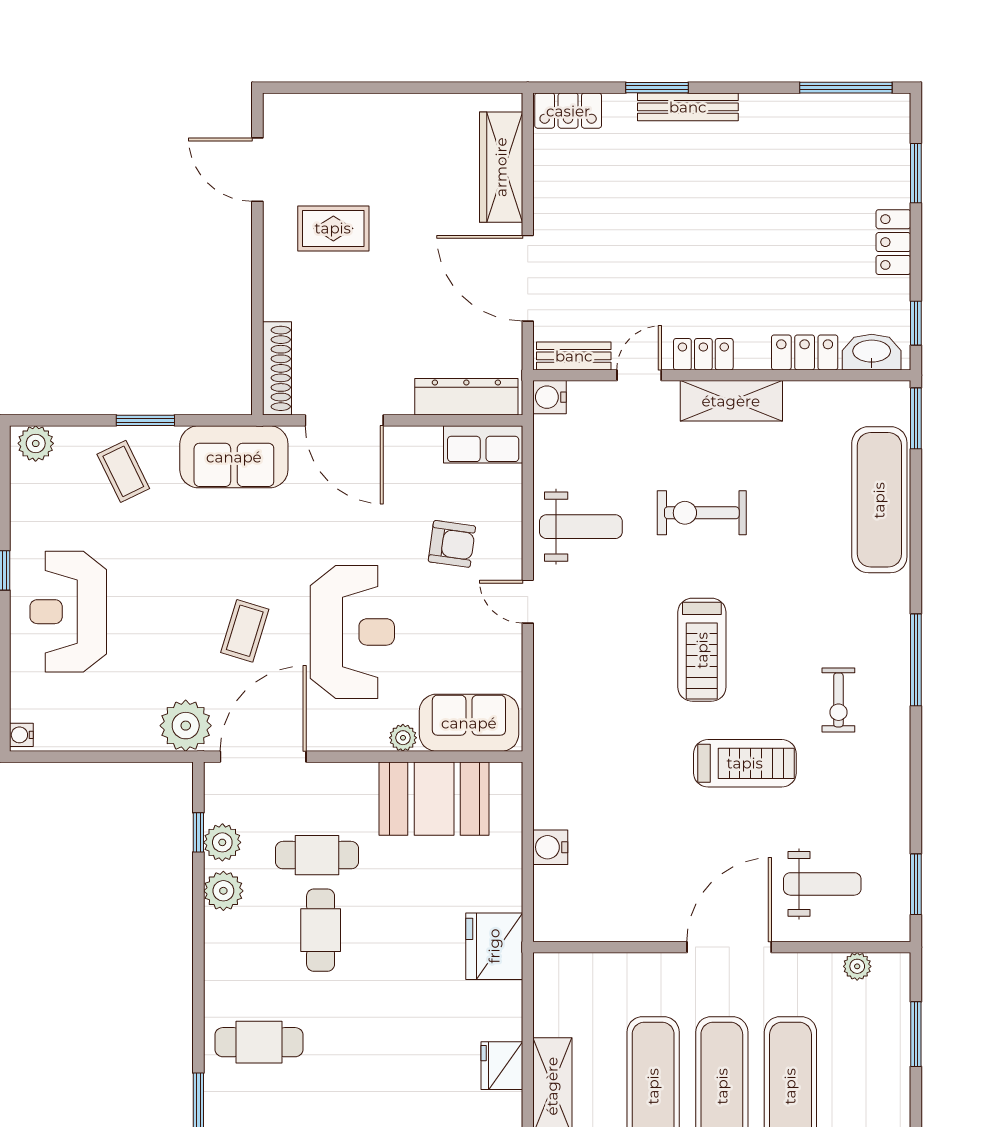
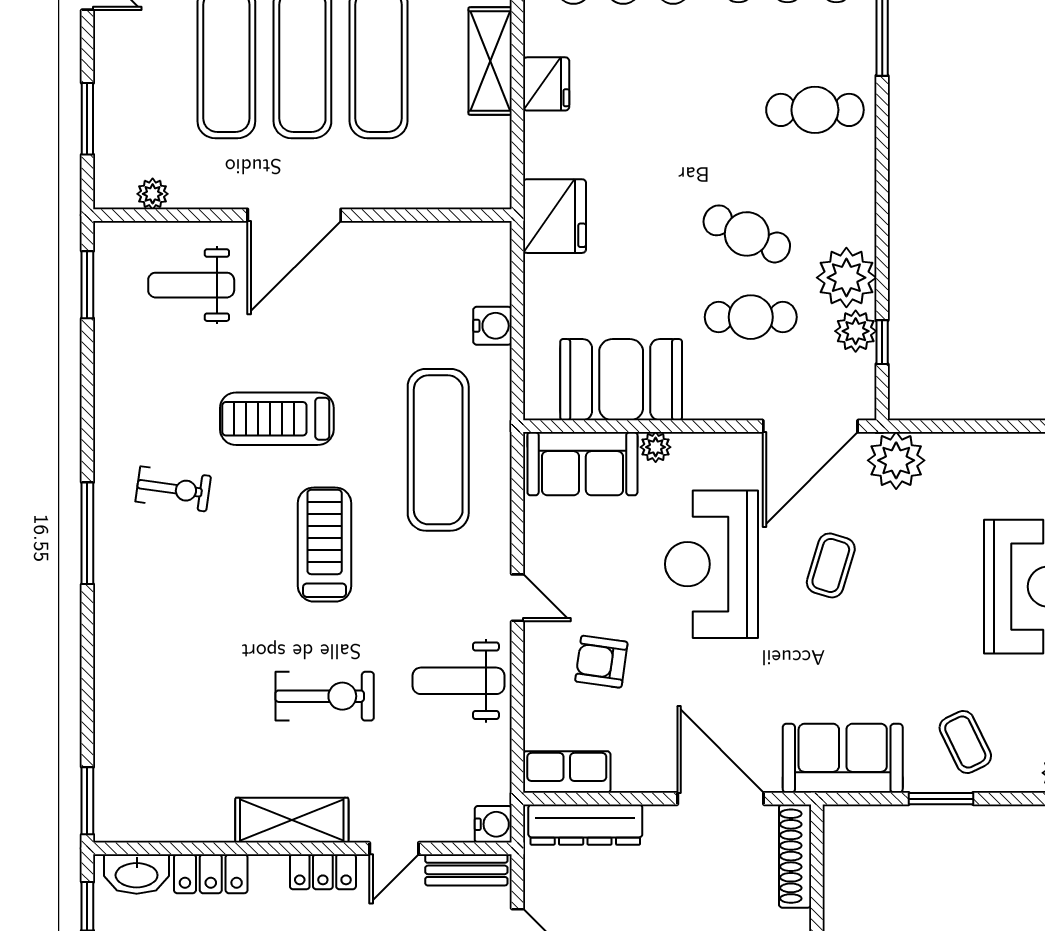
exercise mat: (879, 500) -> (438, 450), moved
exercise bike: (838, 700) -> (173, 489), turned 98
plant: (223, 891) -> (846, 278), width x1.36, depth x1.36
cafe table: (321, 930) -> (747, 234), turned -65

